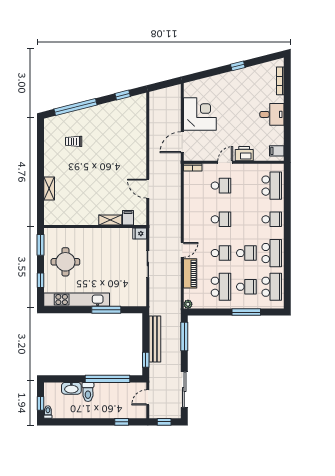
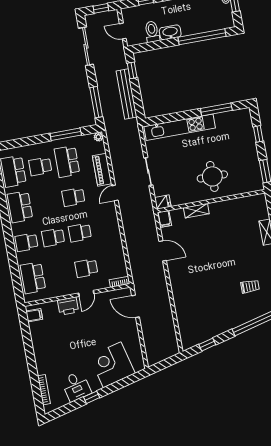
corner desk: (200, 114) -> (112, 365), moved, turned 76
desk: (272, 114) -> (76, 386), moved, turned -104
door: (182, 142) -> (135, 306), swing flipped
filing cabinet: (128, 218) -> (164, 219), moved
school desk: (246, 253) -> (53, 237), moved
round table: (65, 262) -> (212, 176), moved
kitchen unit: (77, 300) -> (180, 127), moved
window: (106, 310) -> (216, 109), moved
window: (246, 312) -> (66, 134), moved
window: (107, 379) -> (202, 37), moved
washbasin: (71, 388) -> (170, 32), moved
toilet: (88, 392) -> (152, 32), moved
door: (148, 397) -> (123, 31), swing flipped

